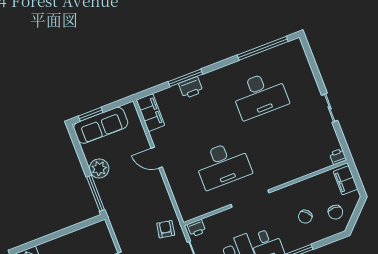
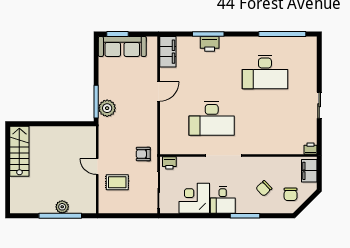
door: (157, 158) -> (159, 91), swing flipped
plant: (99, 168) -> (107, 108), moved
armchair: (166, 229) -> (143, 154), turned -100

